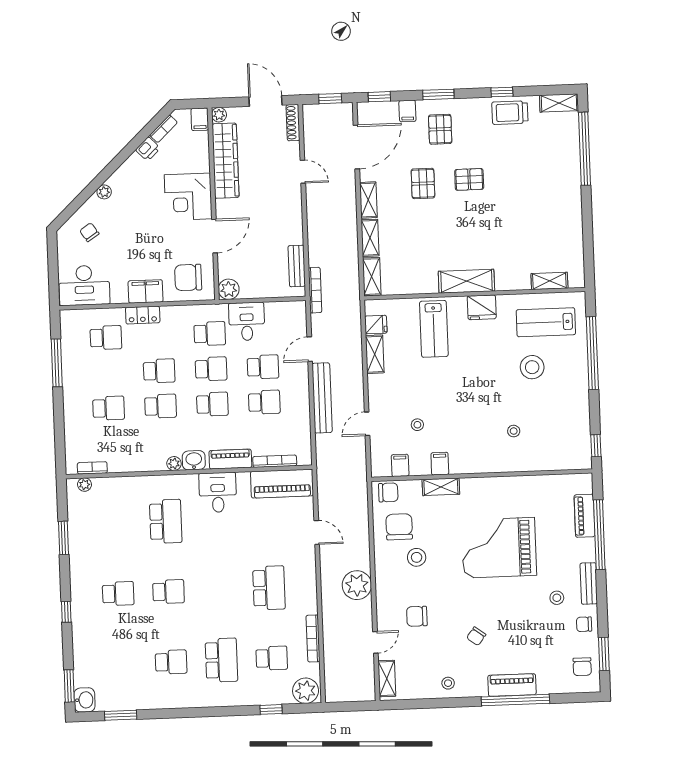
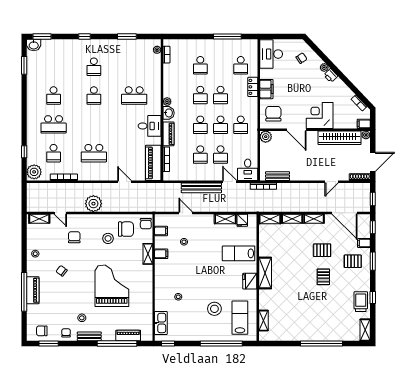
printer: (148, 149) -> (331, 76), moved
window: (584, 149) -> (322, 344), moved
desk: (247, 321) -> (248, 170), moved, turned 90
kitchen sink: (561, 460) -> (161, 323), added
door: (317, 532) -> (125, 182), swing flipped

